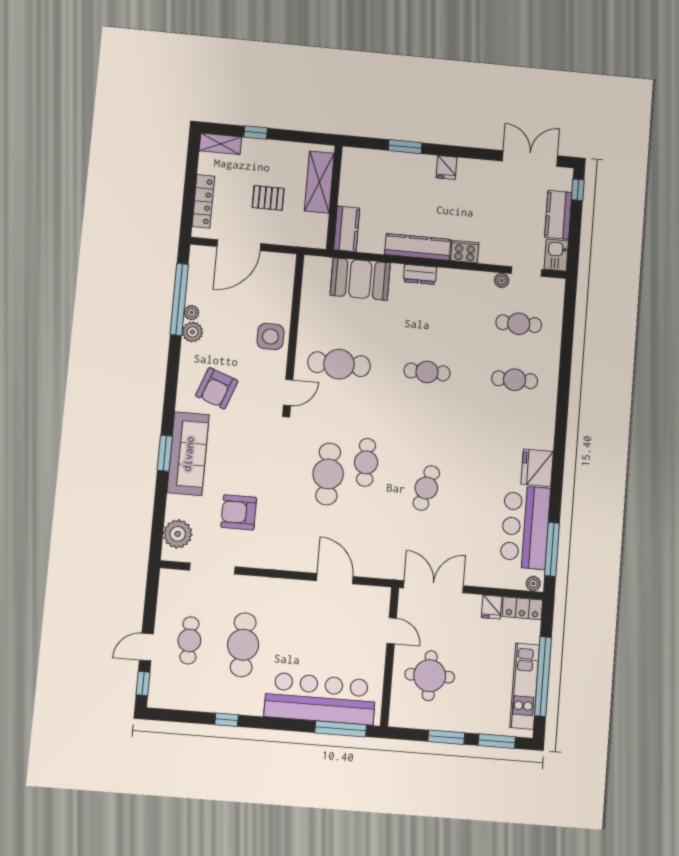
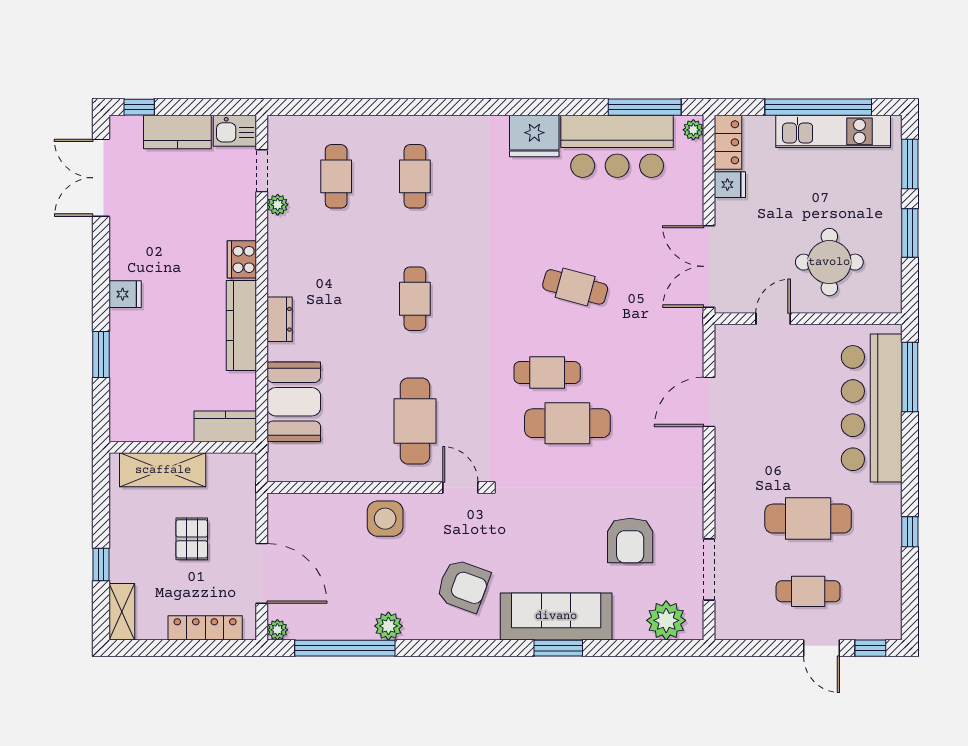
plant: (191, 313) -> (277, 630), moved

